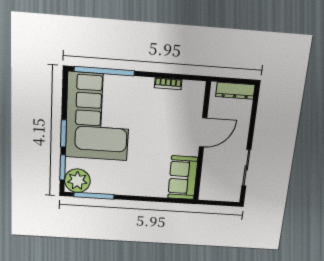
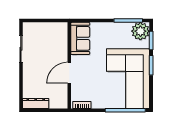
door: (203, 132) -> (69, 73), moved
wall: (202, 142) -> (69, 65), moved
sofa: (183, 178) -> (80, 38), moved

